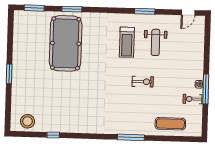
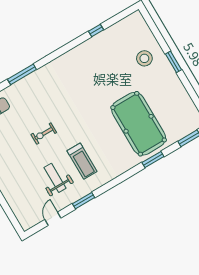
door: (188, 13) -> (53, 219), moved
treadmill: (127, 42) -> (82, 161), turned 180
stool: (27, 121) -> (144, 58), moved

